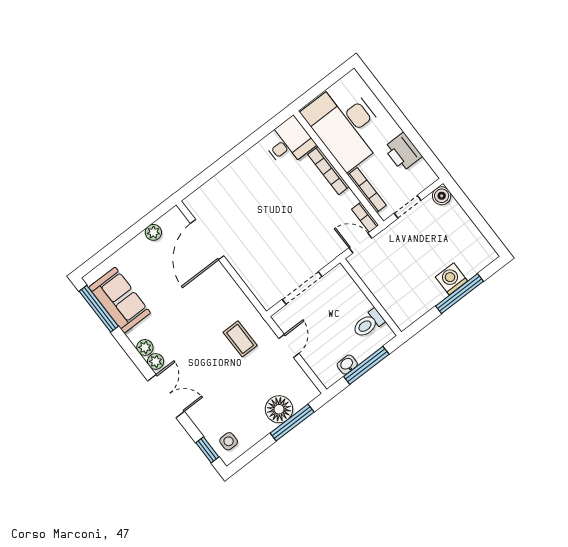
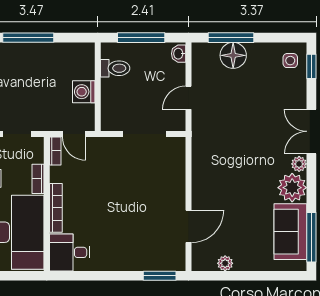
window: (200, 180) -> (160, 276), added
bookcase: (367, 190) -> (38, 179), width x0.64
door: (207, 240) -> (189, 226), width x0.73
washing machine: (451, 279) -> (84, 92), moved, turned 90
coffee table: (240, 339) -> (222, 132), removed
plant: (145, 347) -> (292, 188), width x1.88, depth x1.88
washbasin: (347, 365) -> (179, 54), moved, turned 90

